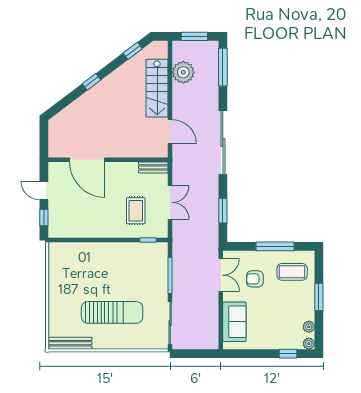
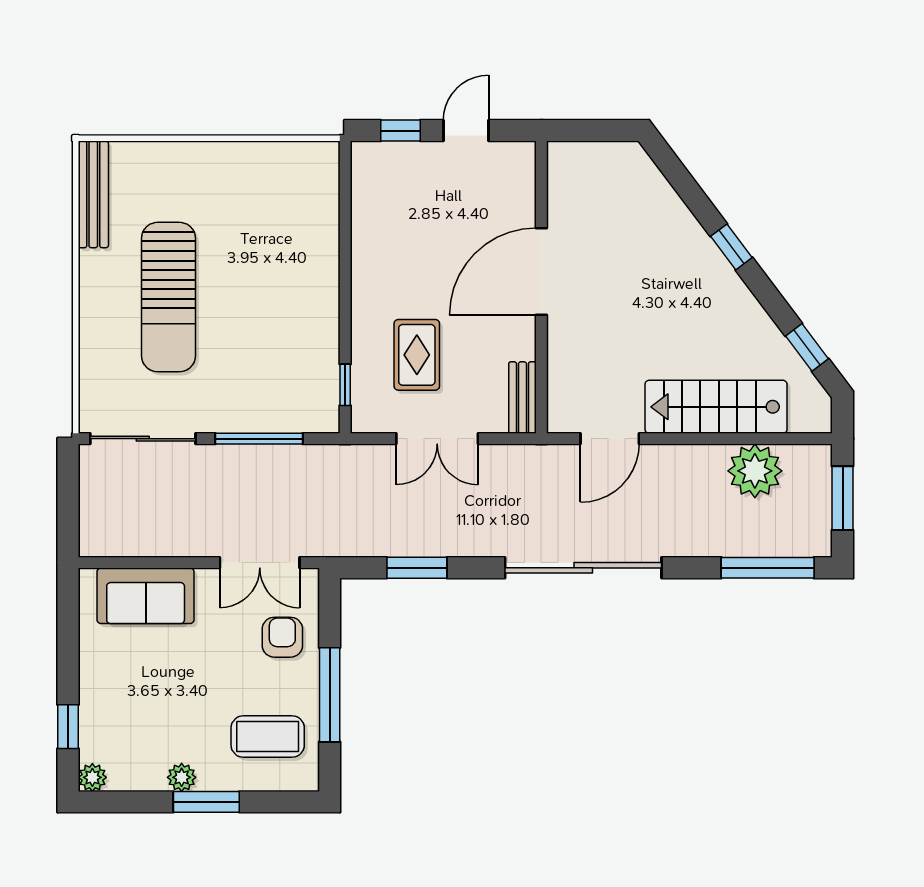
door: (87, 160) -> (541, 271), moved
rug: (136, 211) -> (417, 355), turned 90
coffee table: (292, 272) -> (268, 737), turned 90
armchair: (255, 279) -> (282, 637), moved
plant: (309, 327) -> (182, 777), moved

